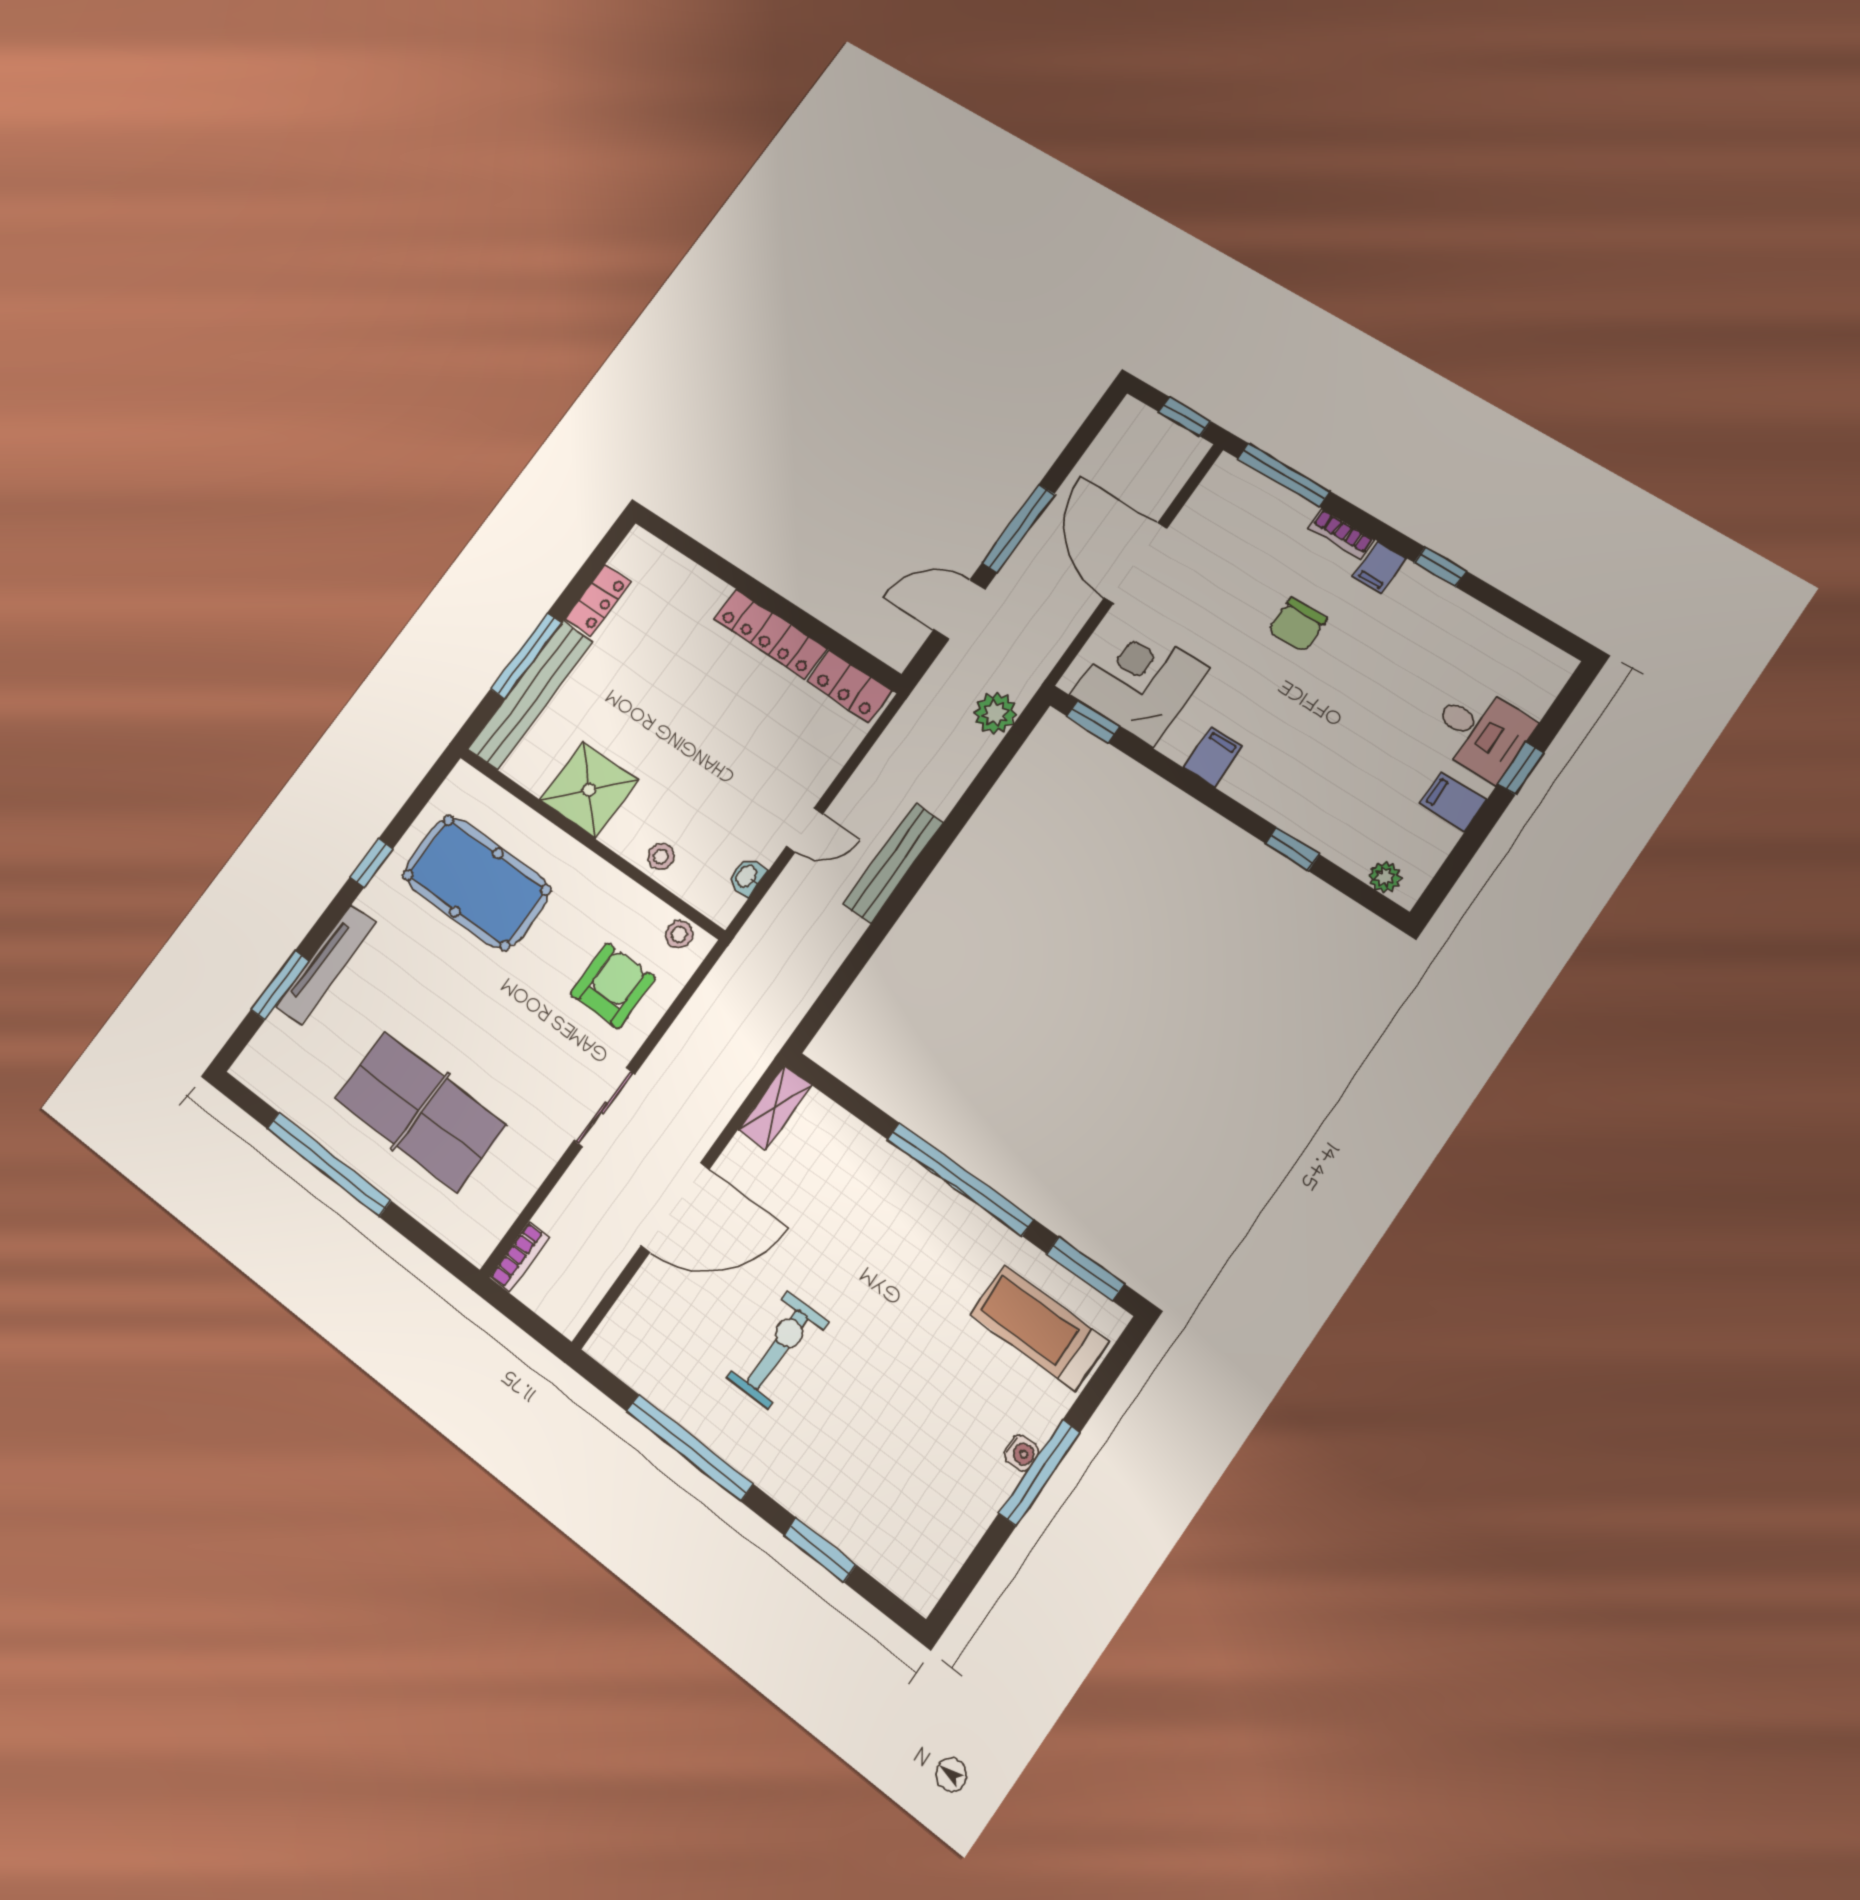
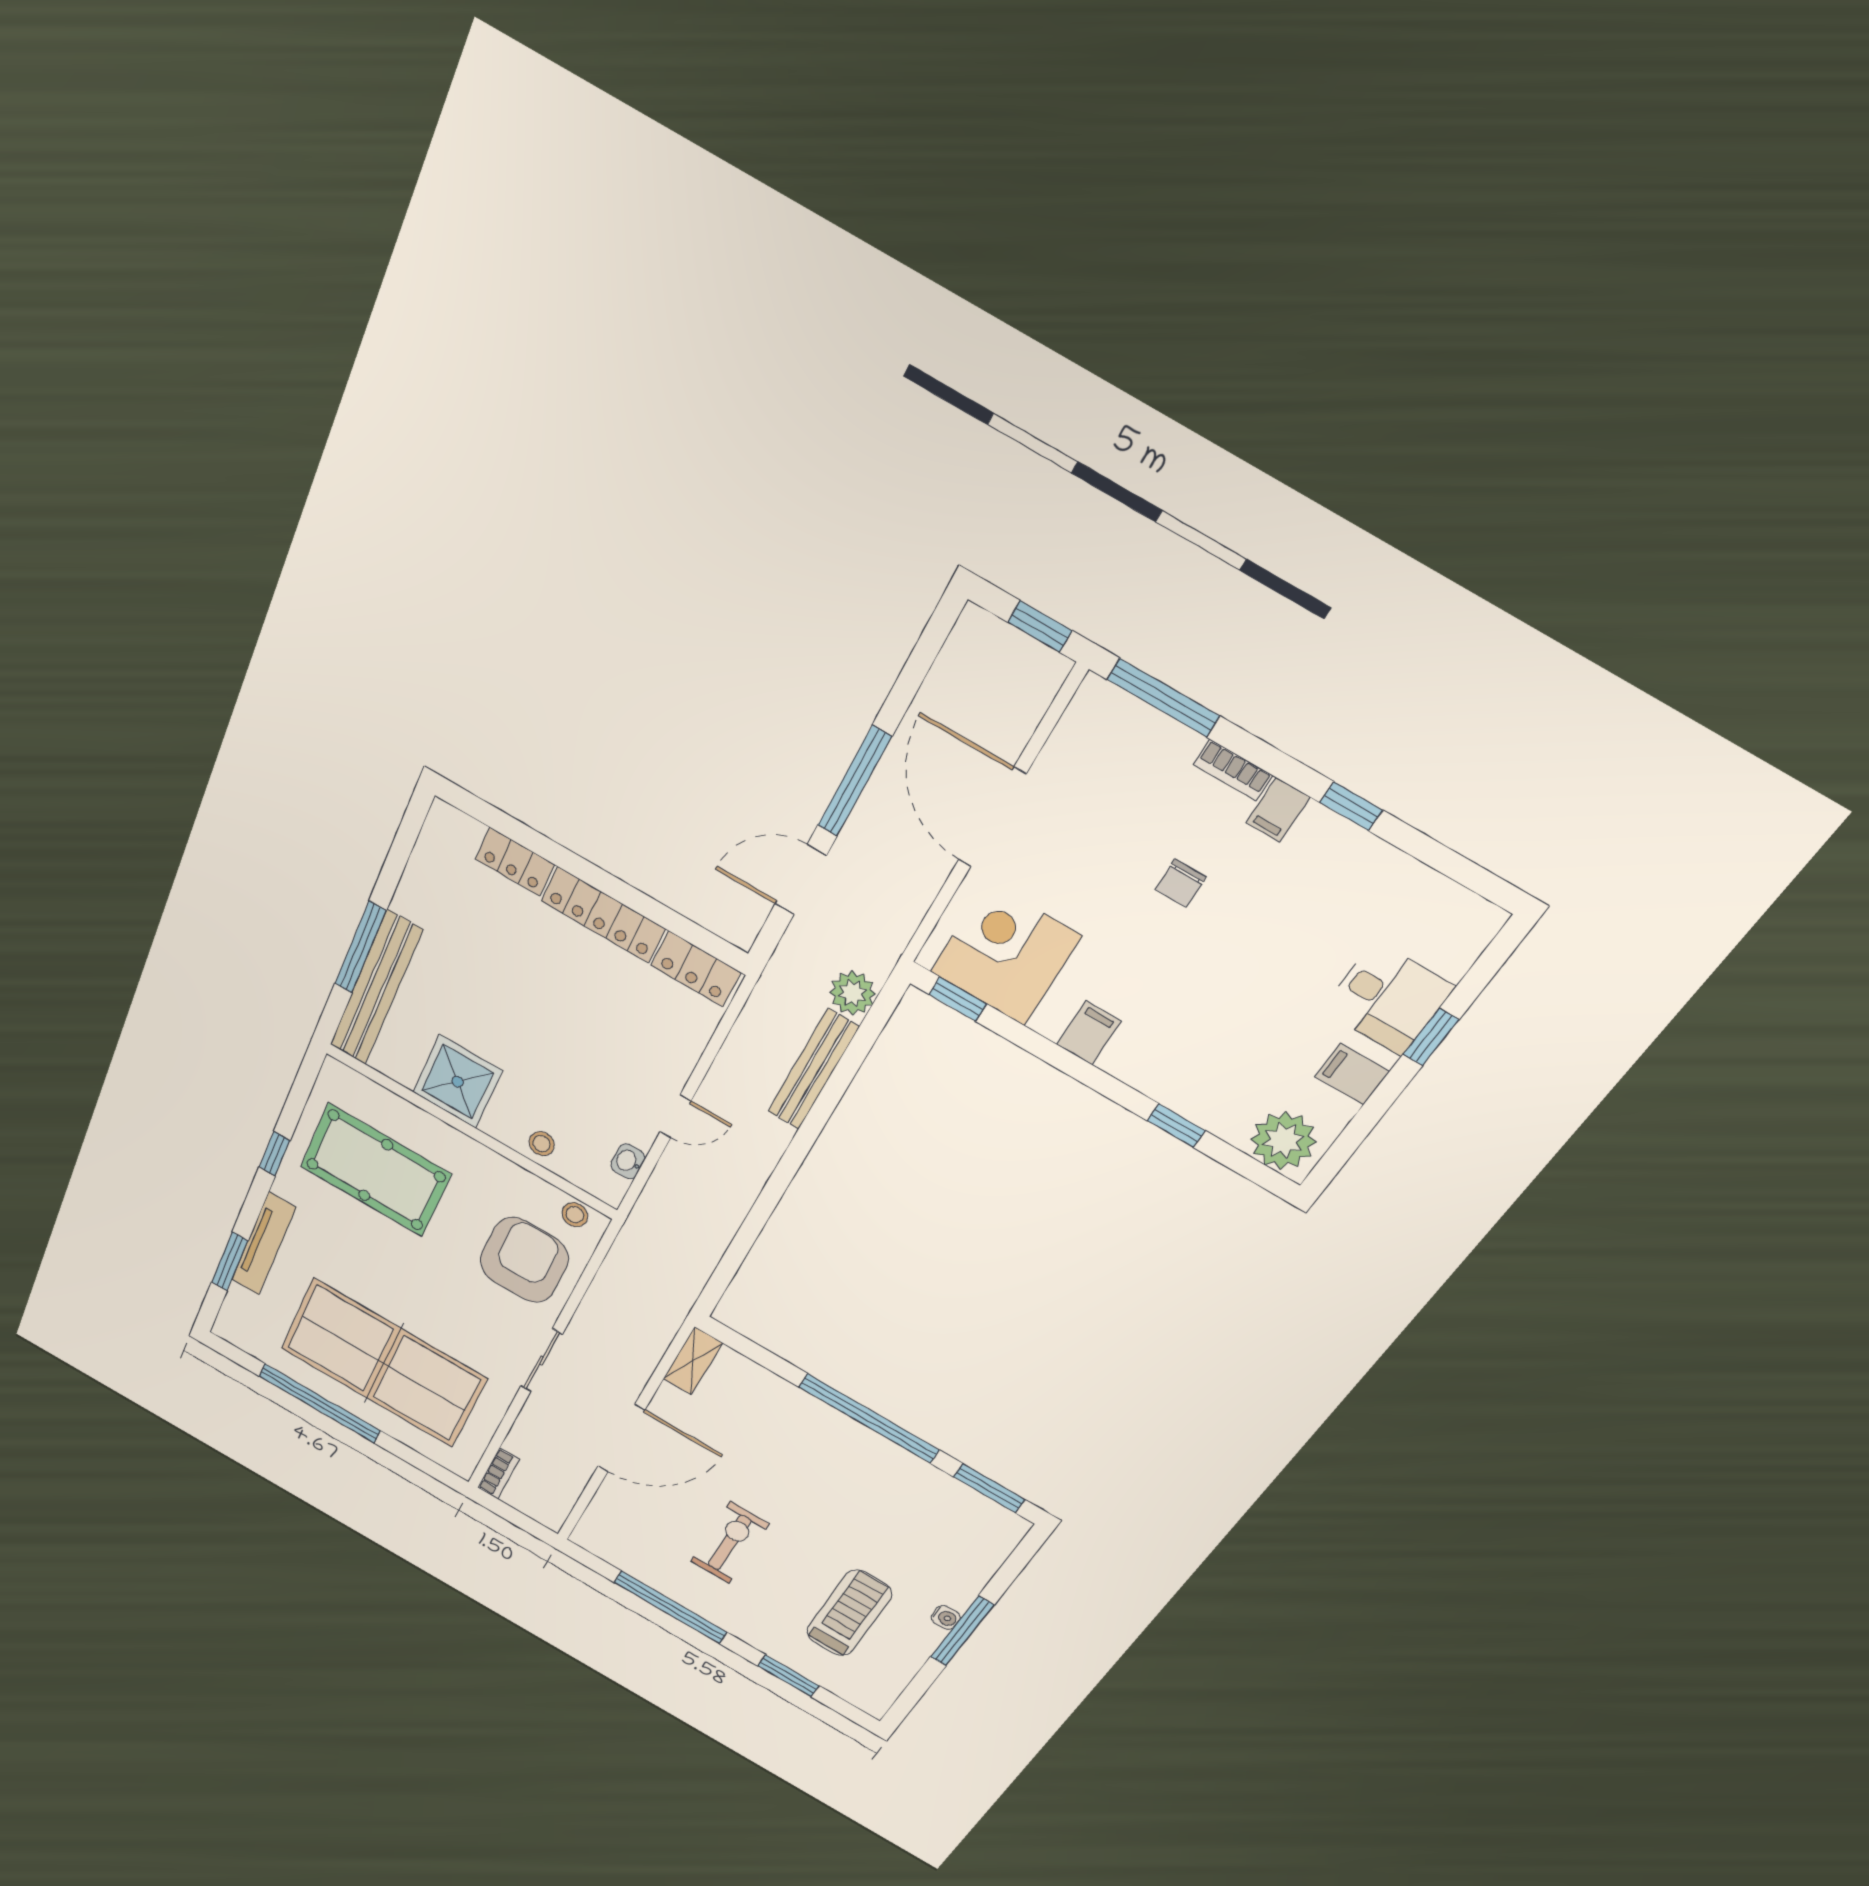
locker: (598, 600) -> (515, 862), moved, turned 90
chair: (1297, 625) -> (1181, 883), width x0.73, depth x0.73
bench: (893, 863) -> (813, 1069), moved
plant: (1385, 877) -> (1283, 1141), width x1.88, depth x1.88
armchair: (613, 986) -> (524, 1260), width x1.36, depth x1.36
table tennis table: (420, 1112) -> (383, 1363), width x1.36, depth x1.32
treadmill: (1040, 1328) -> (849, 1613), moved, turned 90

